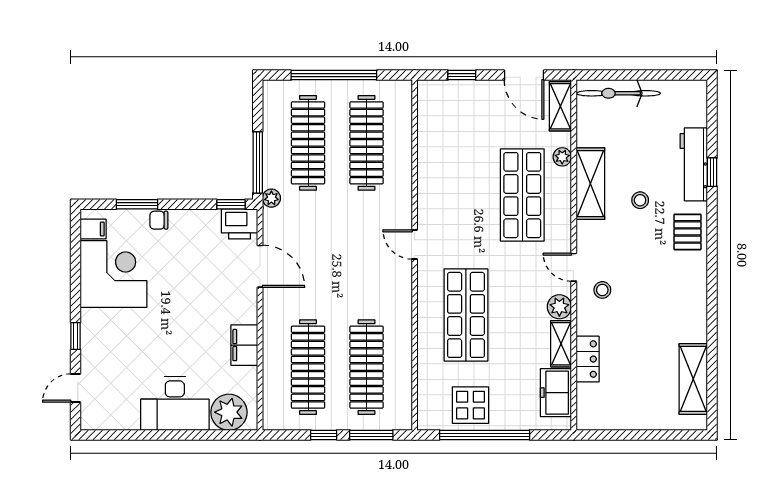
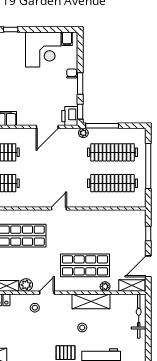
window: (137, 204) -> (80, 83), moved

